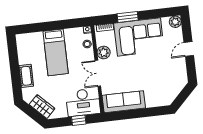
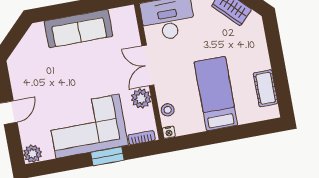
double door: (98, 73) -> (148, 65), swing flipped
cot: (26, 76) -> (266, 88), moved
sofa: (124, 102) -> (79, 29), moved

